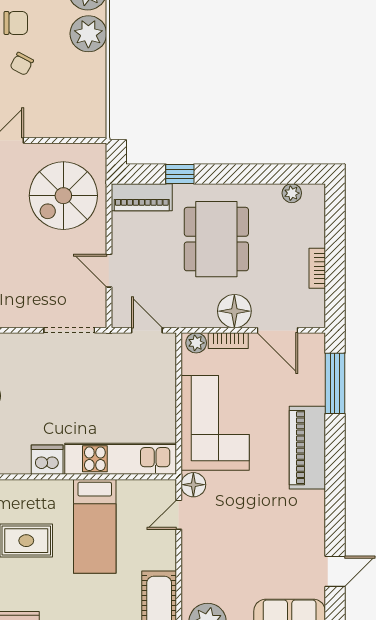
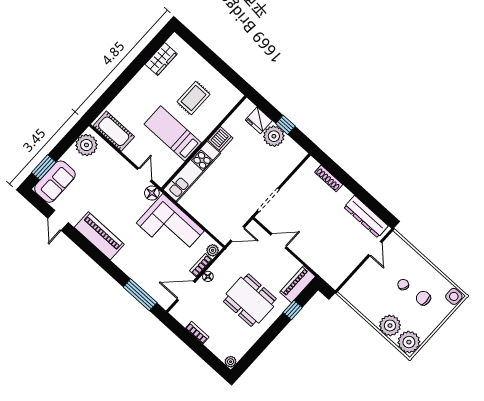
chair: (16, 23) -> (423, 298), turned 90
plant: (292, 193) -> (231, 362), moved
spiral stairs: (63, 196) -> (329, 251), removed
floor lamp: (234, 311) -> (208, 276), width x0.53, depth x0.53
piano: (307, 448) -> (99, 236), moved

